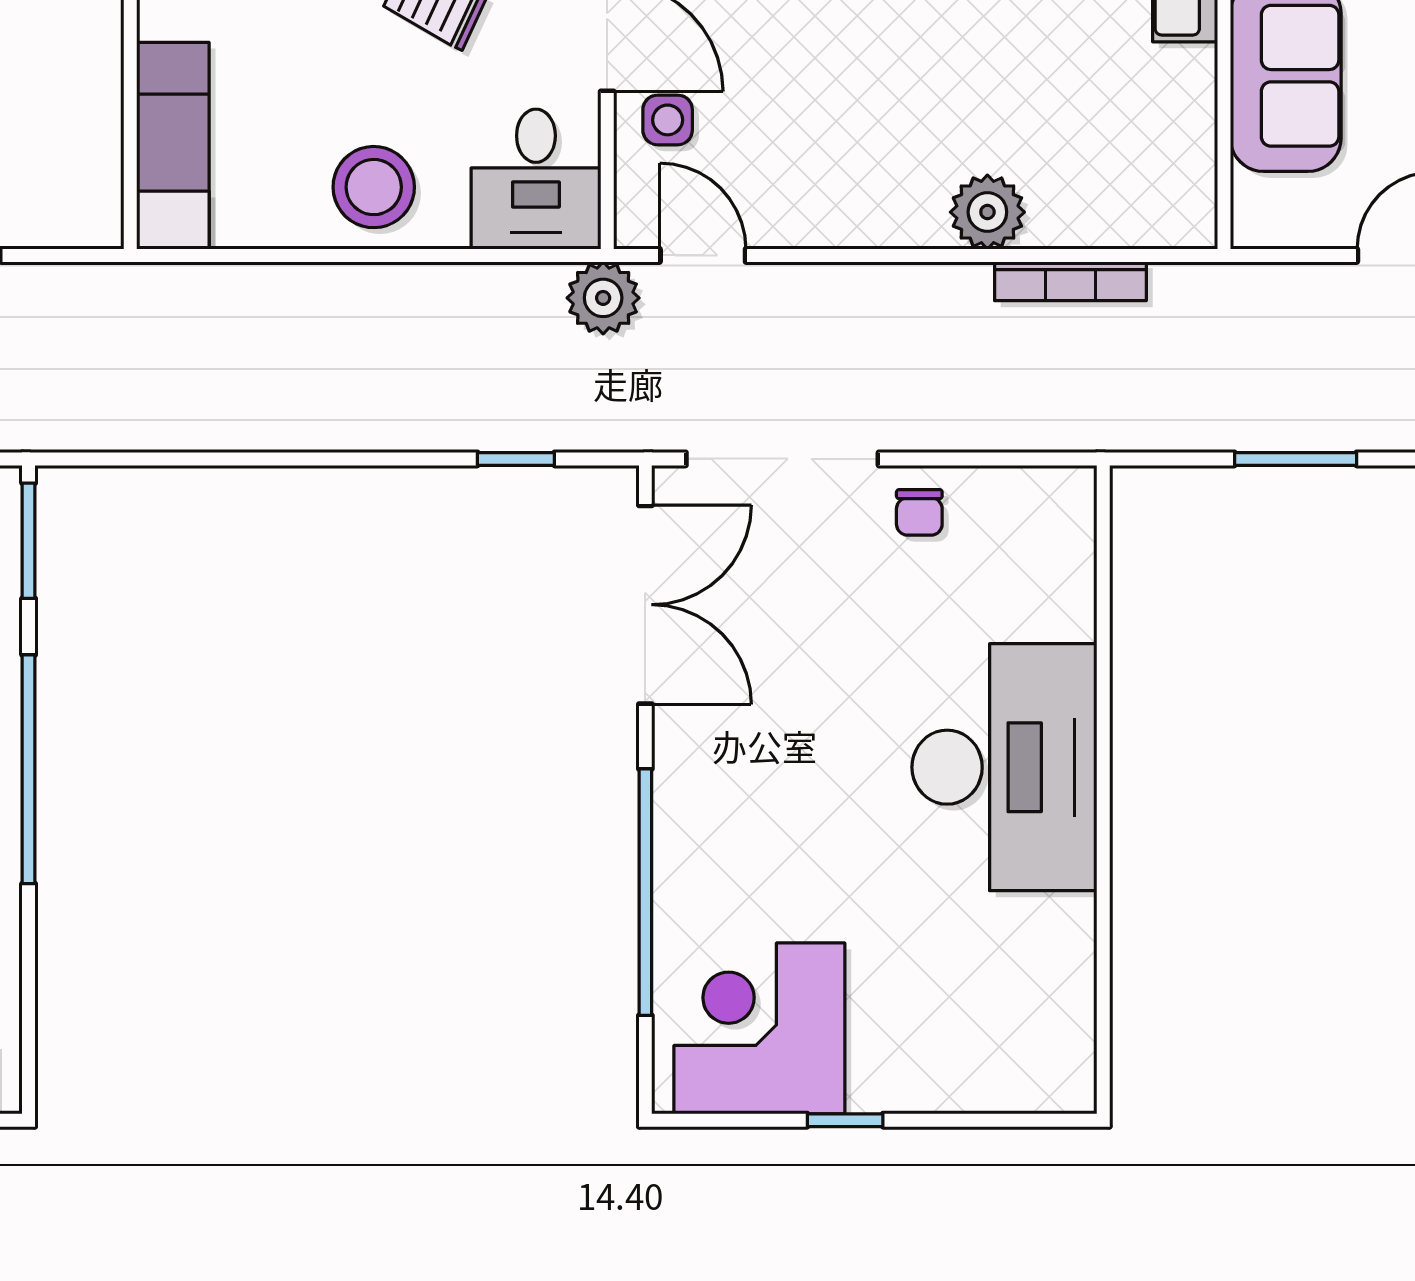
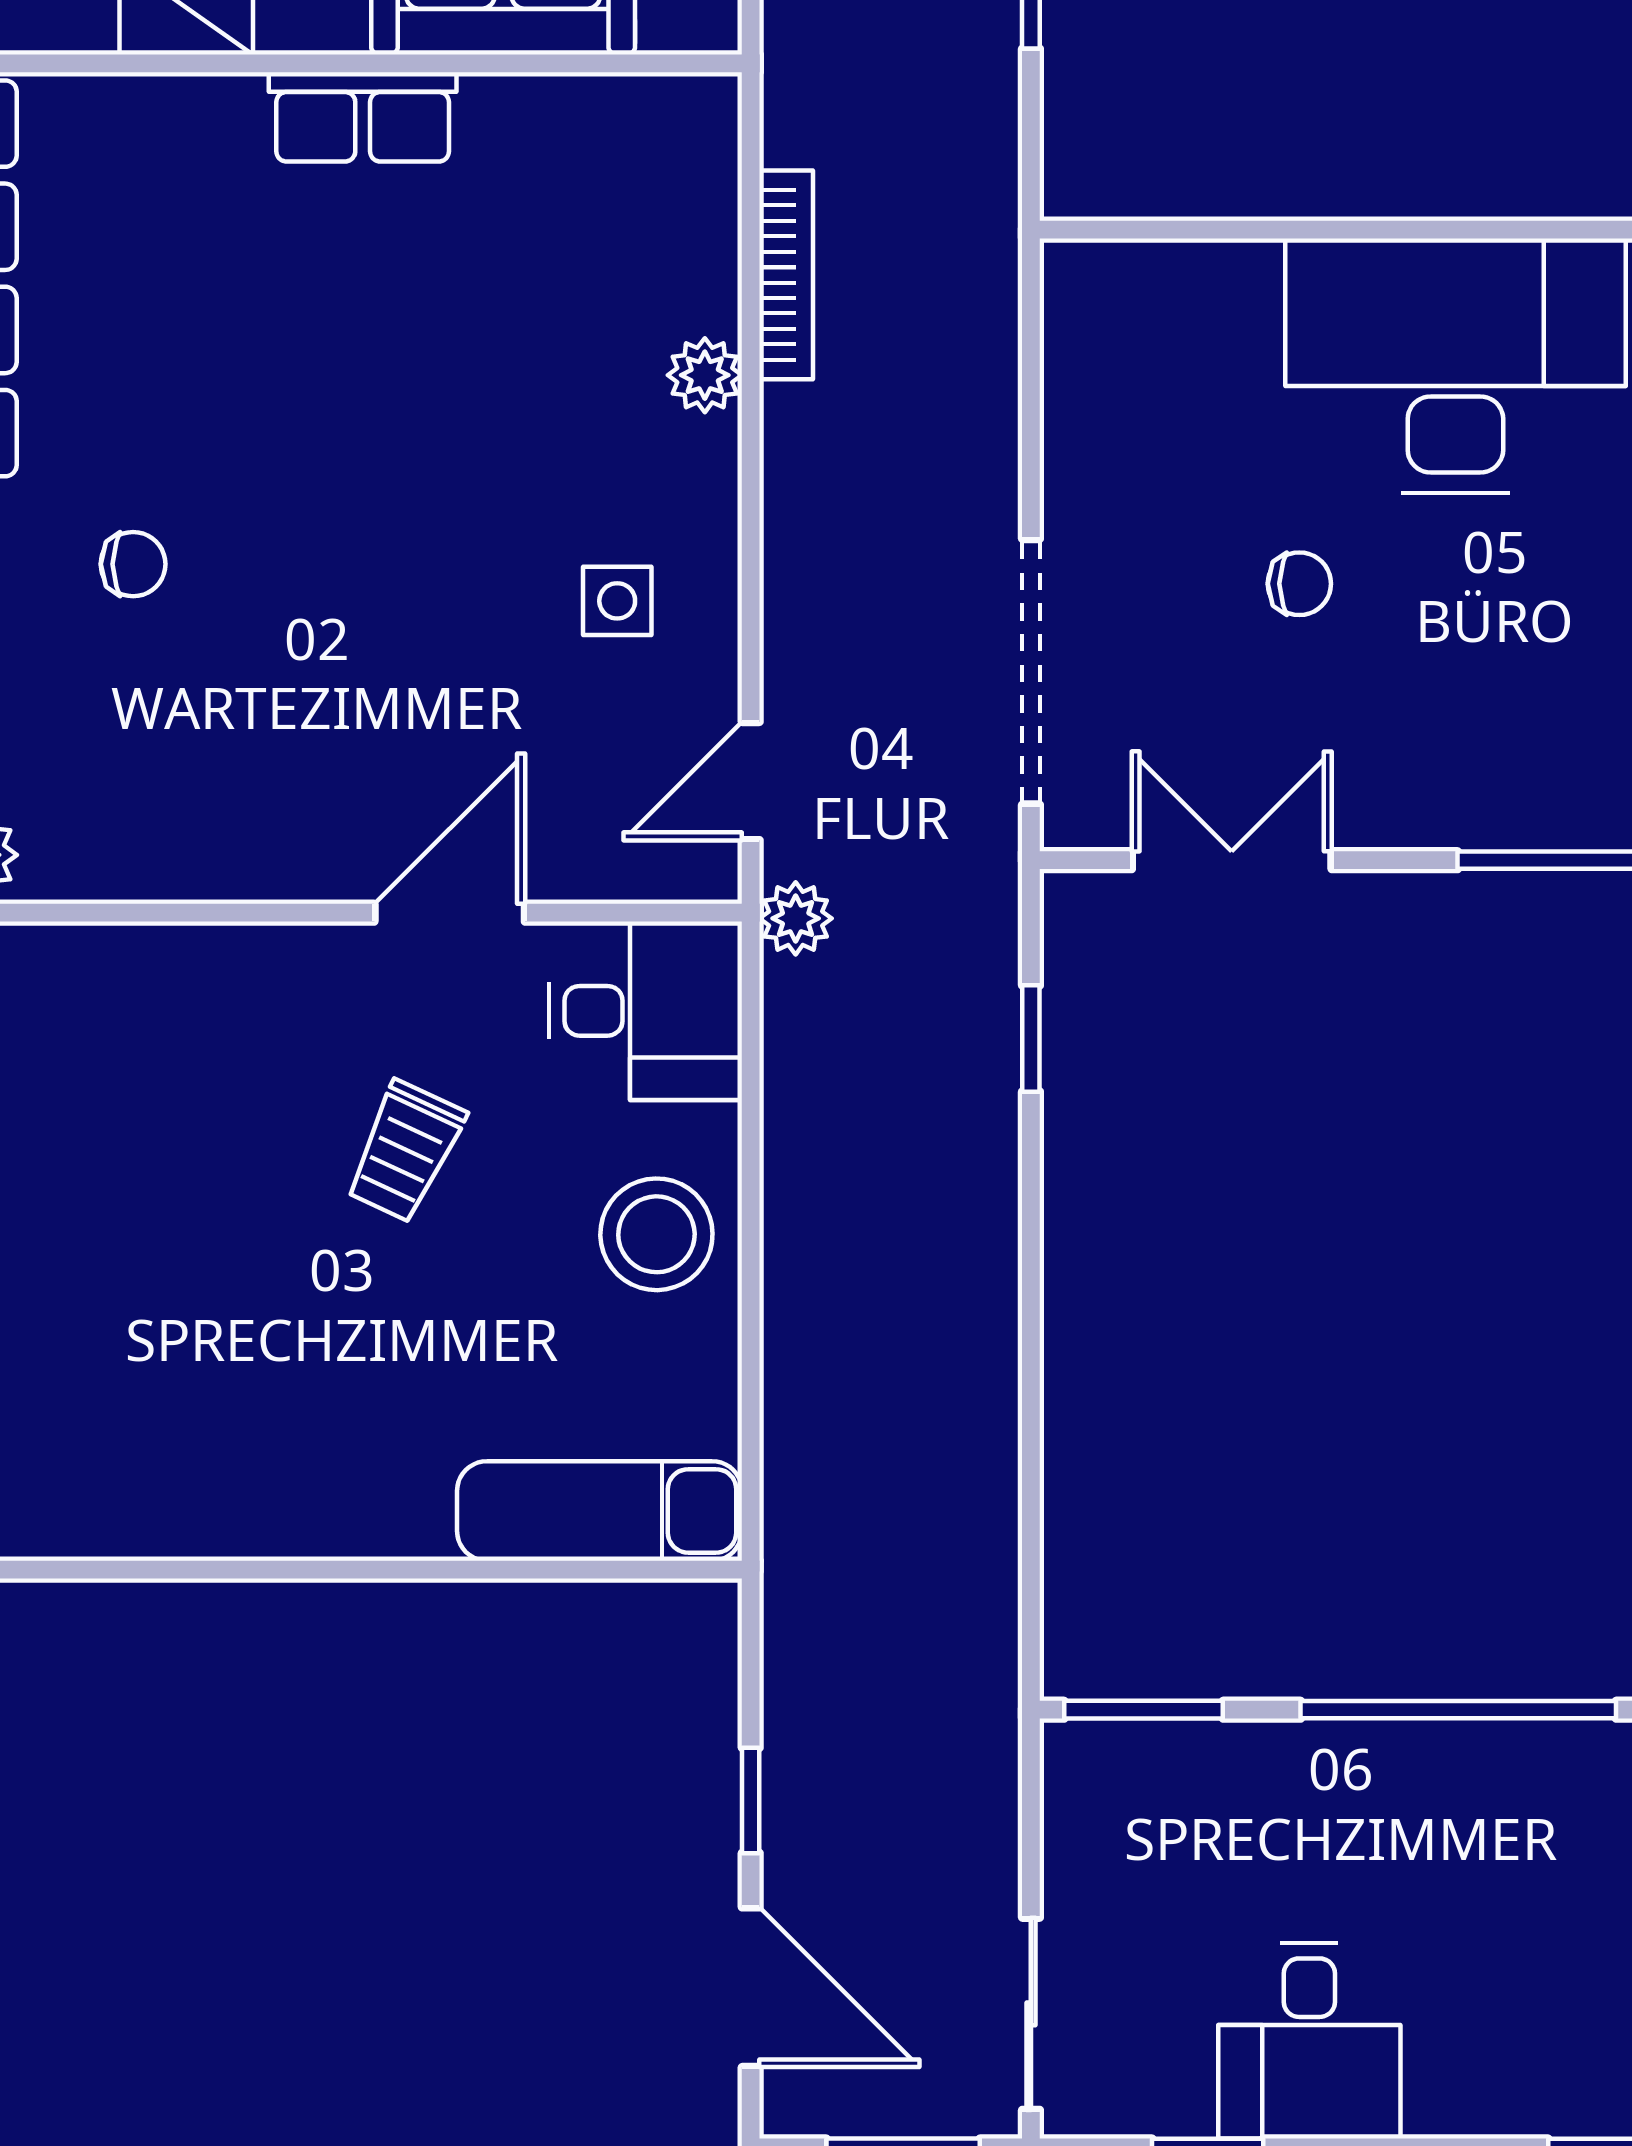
side table: (668, 120) -> (617, 601), moved
plant: (987, 212) -> (705, 375), width x0.73, depth x0.73
plant: (603, 298) -> (796, 918), width x0.73, depth x0.73
chair: (919, 512) -> (1299, 584), moved
double door: (645, 605) -> (1232, 860), width x0.73

